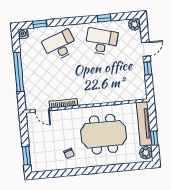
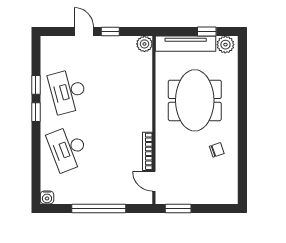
window: (40, 24) -> (36, 112), moved
plant: (135, 24) -> (144, 44), moved
desk: (102, 42) -> (68, 91), turned -30
door: (42, 110) -> (154, 181), swing flipped
window: (26, 156) -> (178, 208), moved

